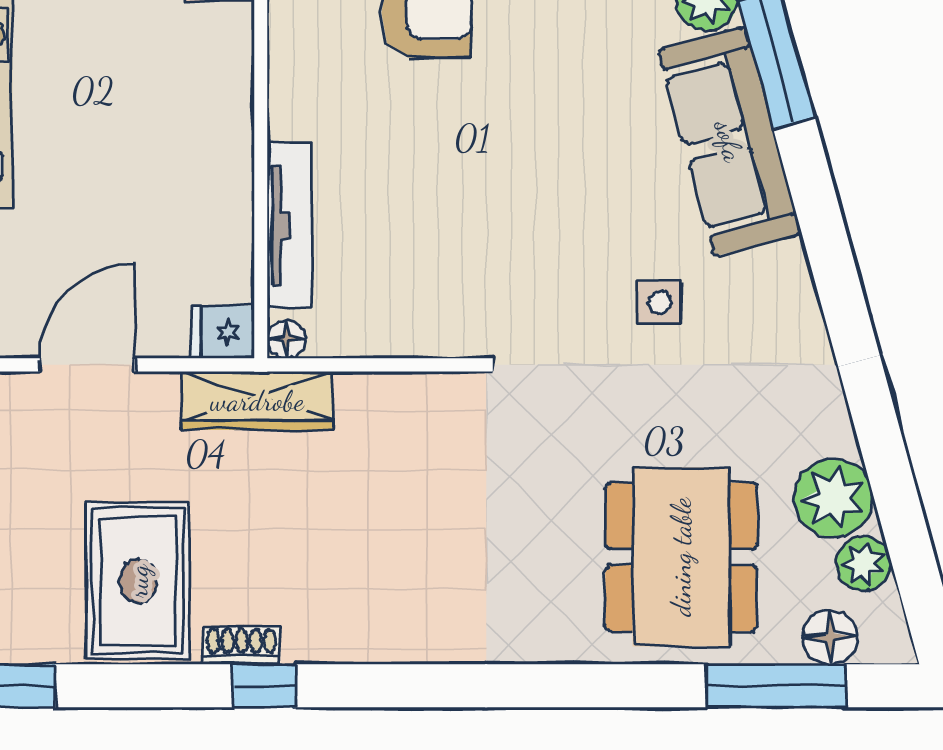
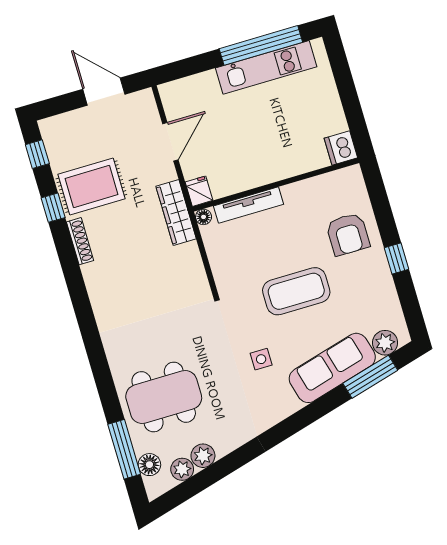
coffee table: (525, 173) -> (296, 291), added
door: (87, 365) -> (170, 142), hinge flipped
plant: (833, 498) -> (203, 456), width x0.73, depth x0.73
shoe rack: (242, 646) -> (80, 241), width x1.43
window: (264, 686) -> (53, 208), moved

